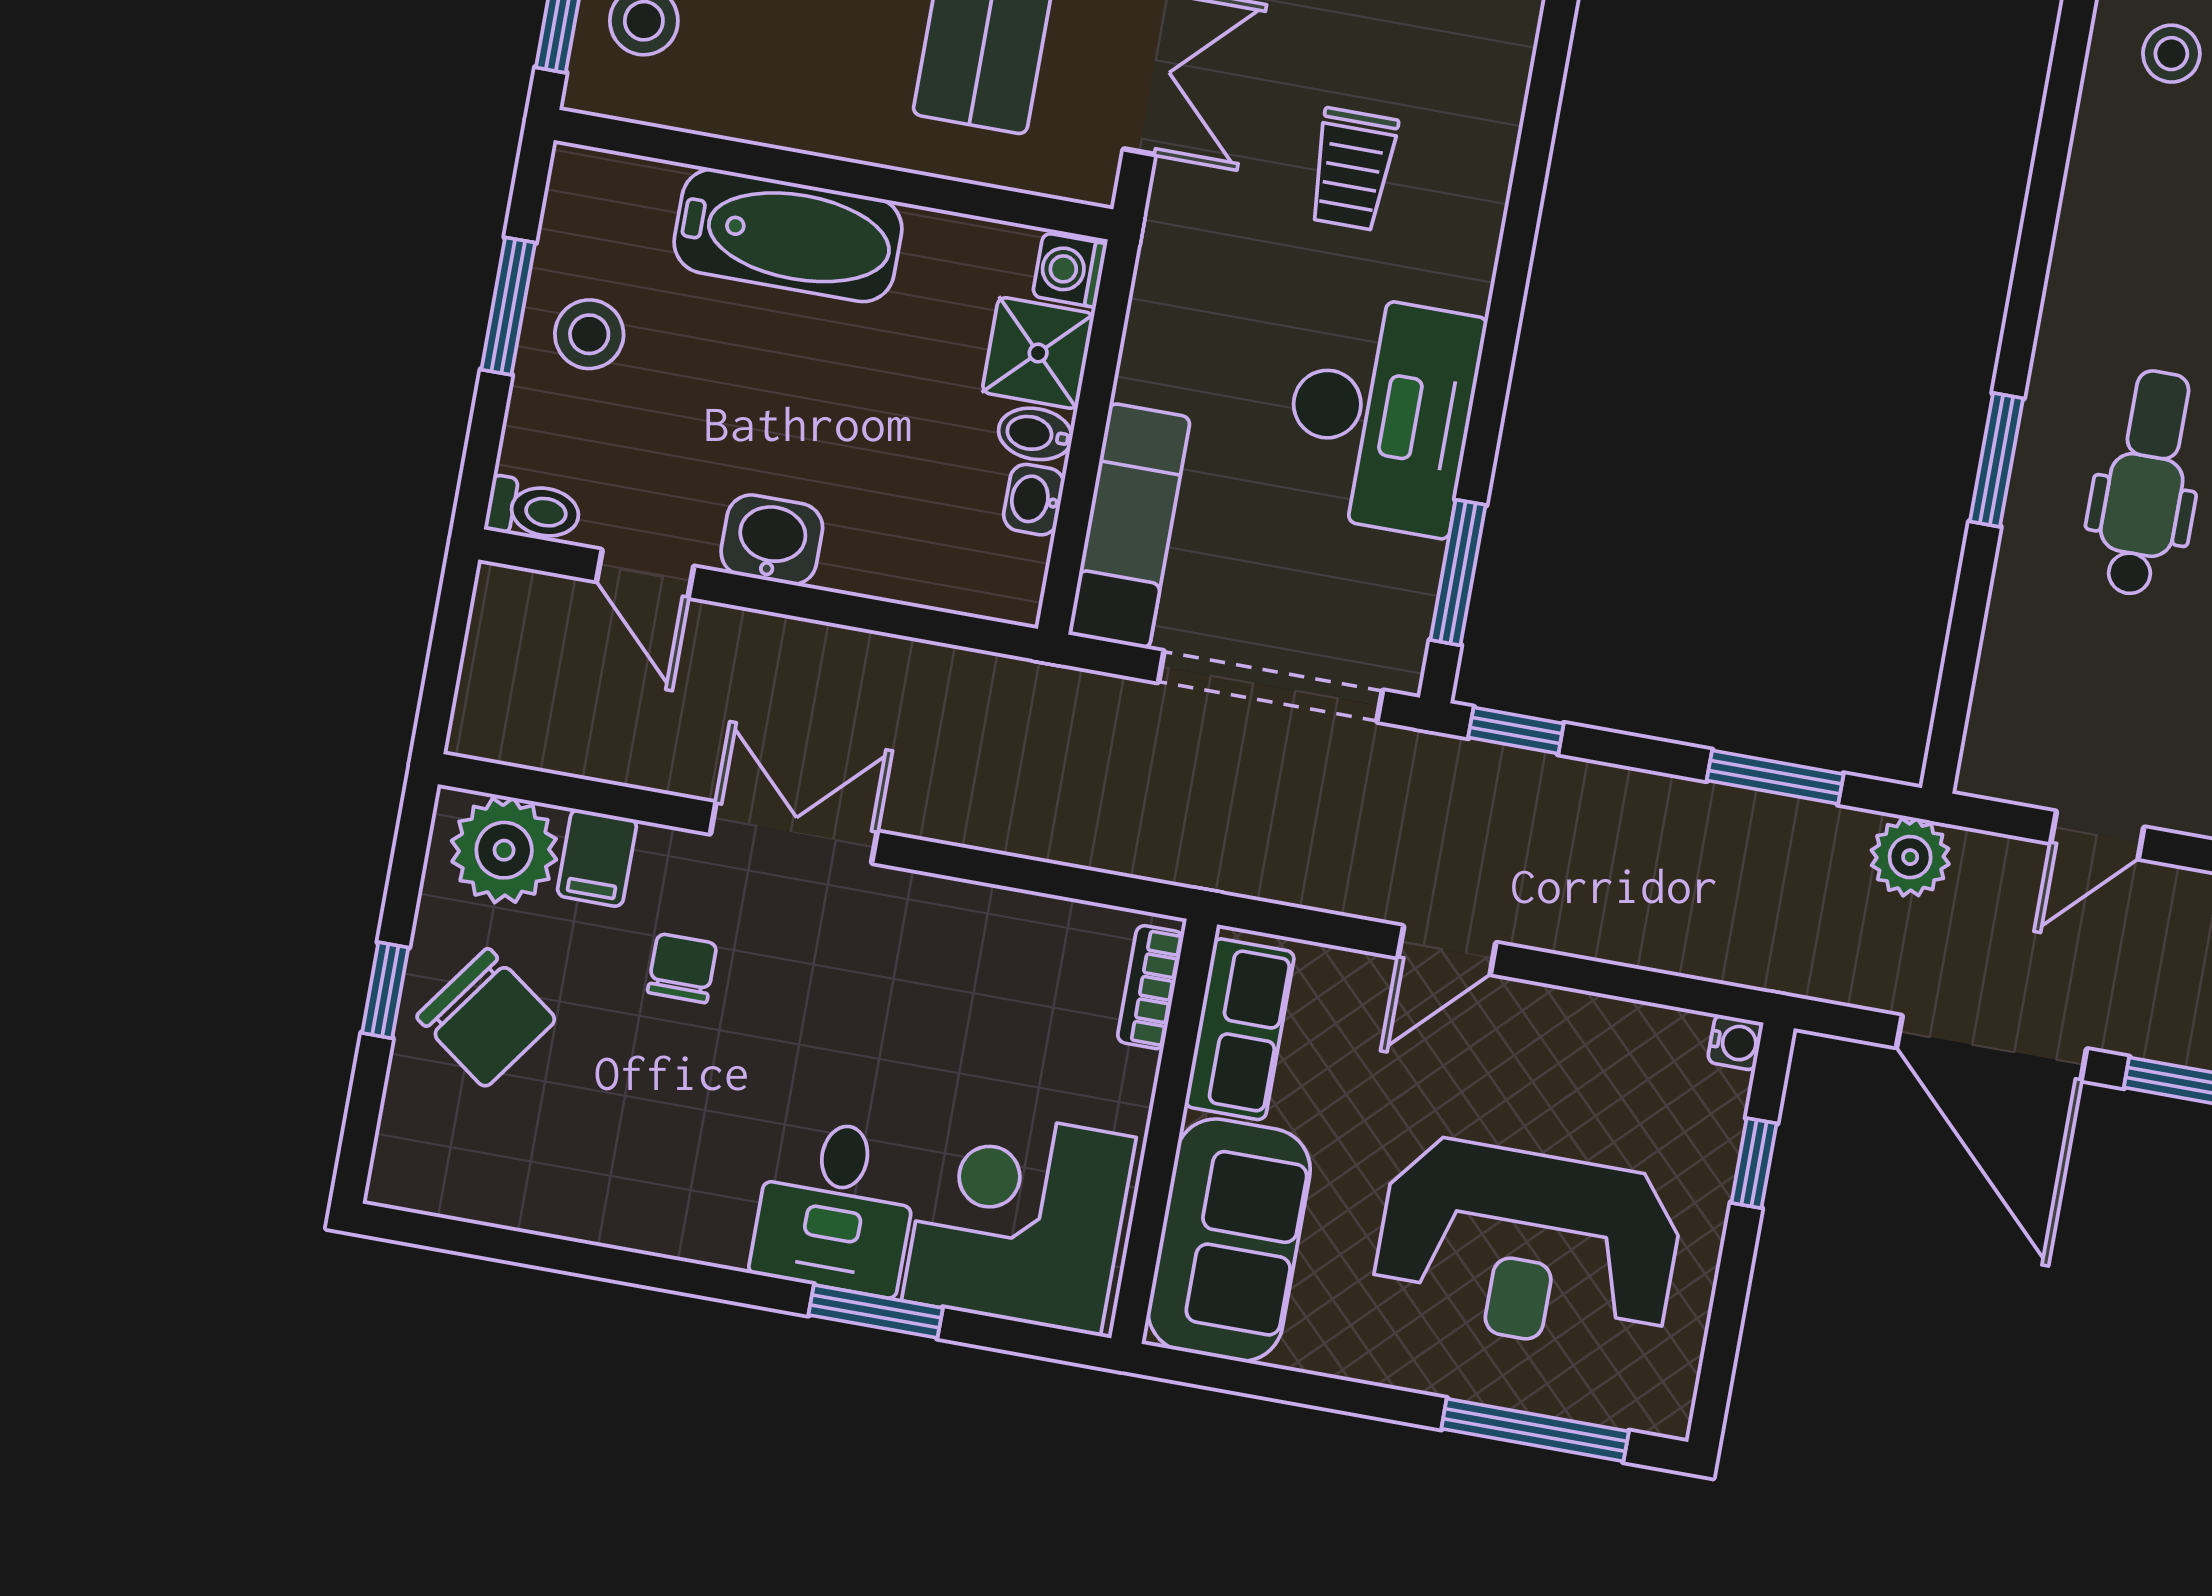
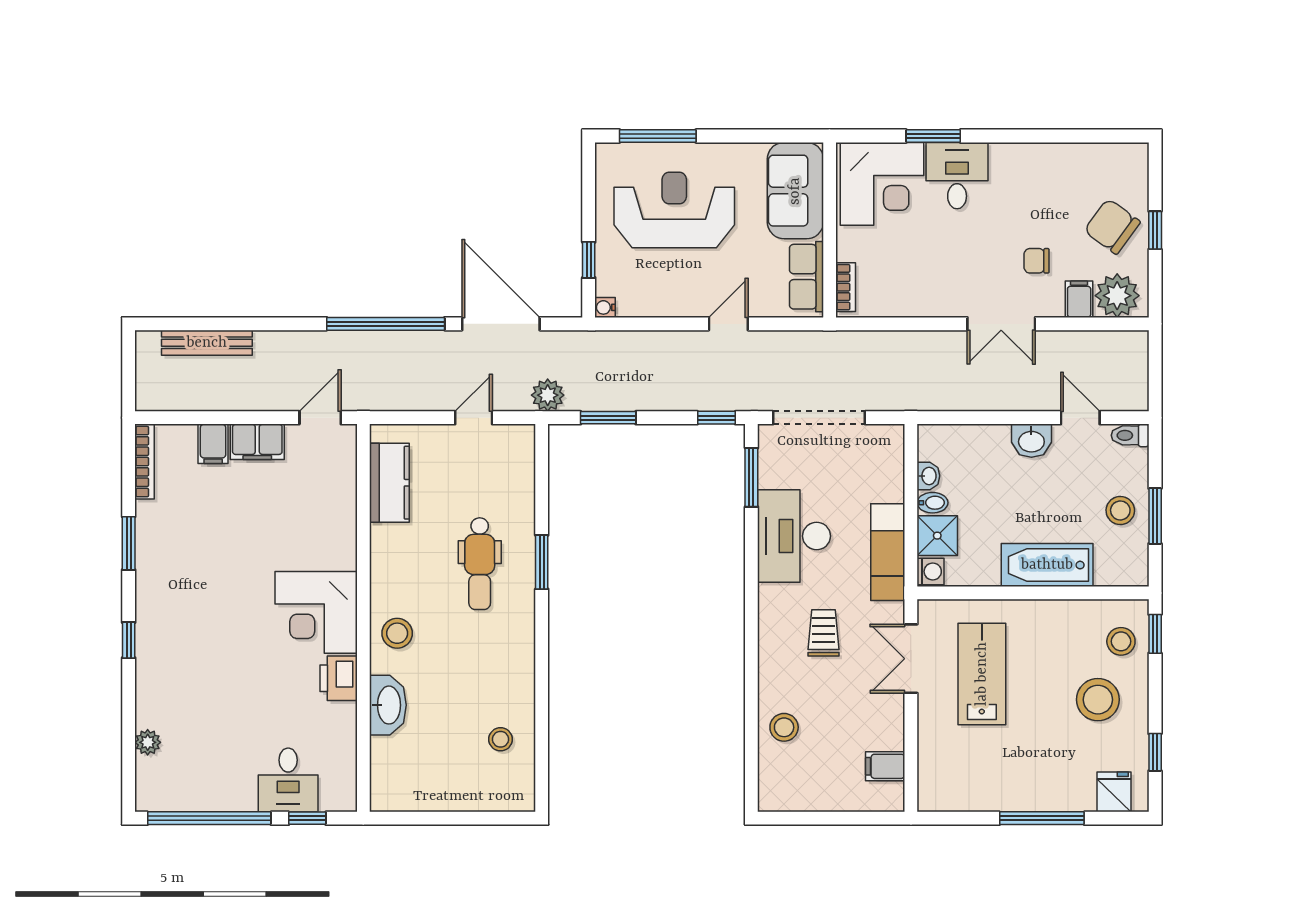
exam couch: (1129, 526) -> (888, 552), moved
chair: (682, 968) -> (1037, 261), turned 90

